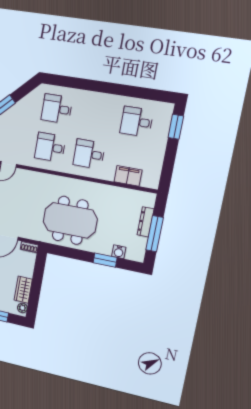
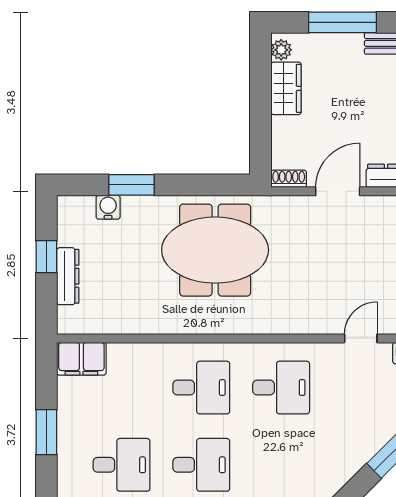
desk: (57, 109) -> (201, 465), moved
window: (176, 127) -> (46, 432), moved
filing cabinet: (128, 176) -> (81, 359), moved
window: (155, 234) -> (46, 257), width x0.46

